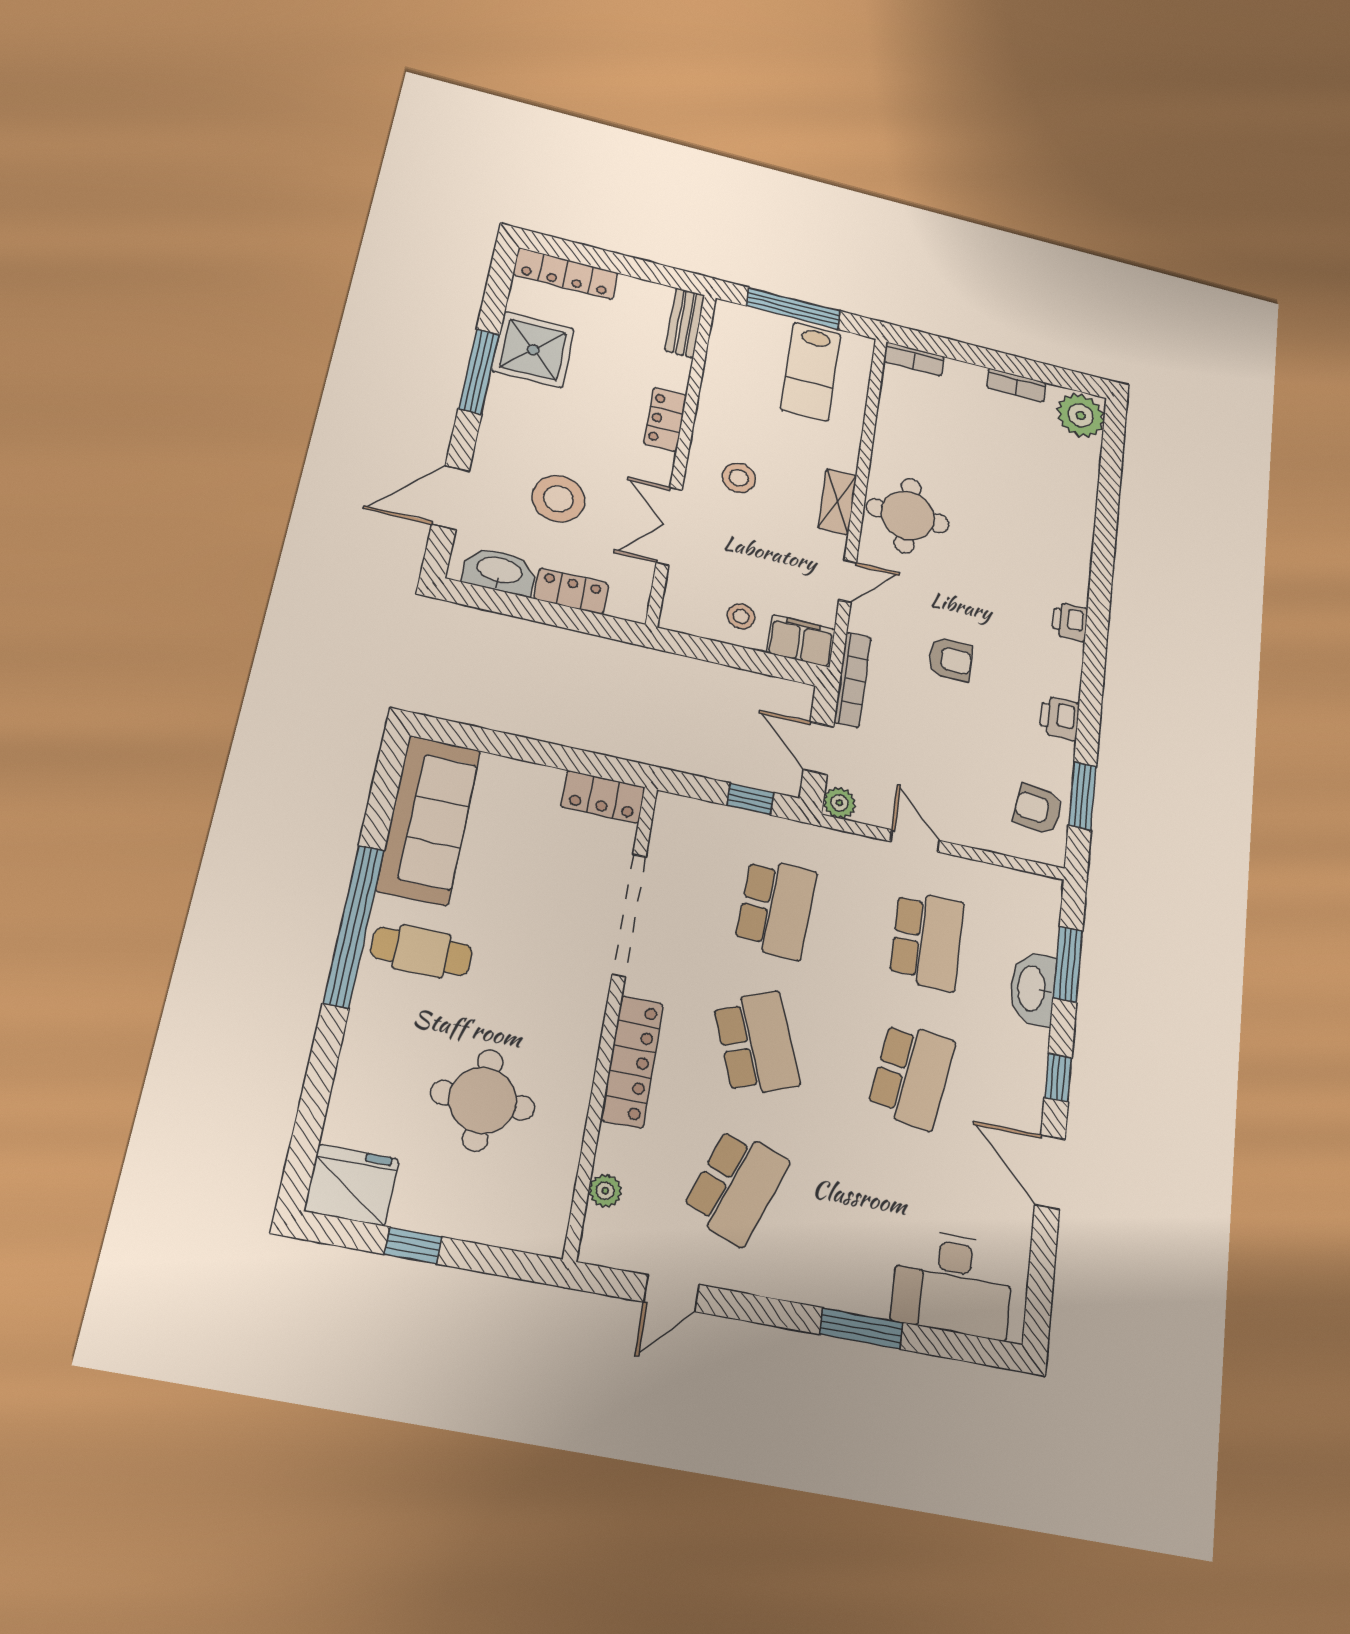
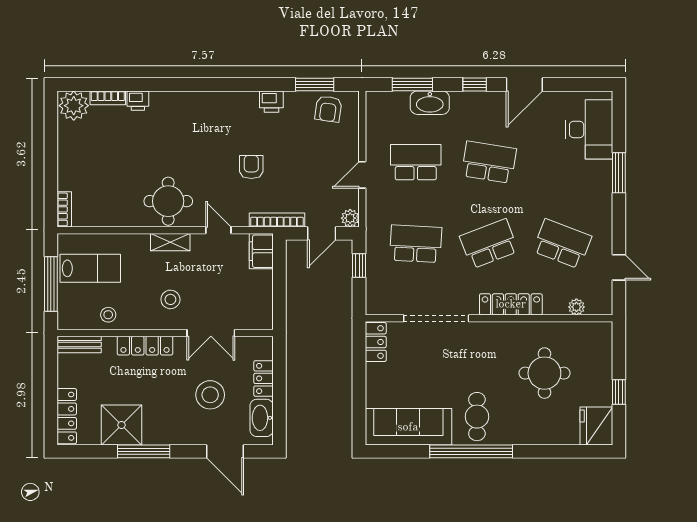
bookcase: (1016, 385) -> (108, 98), moved, turned 90
locker: (665, 419) -> (145, 346), width x1.53
stool: (741, 616) -> (108, 315), moved
printer: (1070, 622) -> (138, 101), moved

